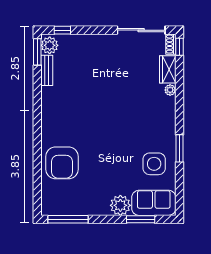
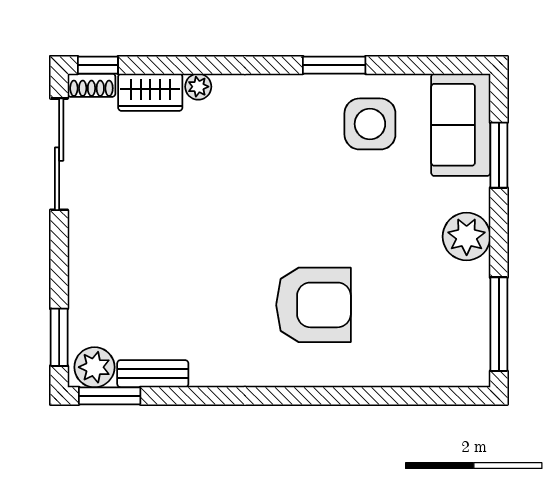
window: (62, 30) -> (59, 337), width x1.50
armchair: (62, 163) -> (313, 305), moved
plant: (120, 205) -> (467, 237), moved

